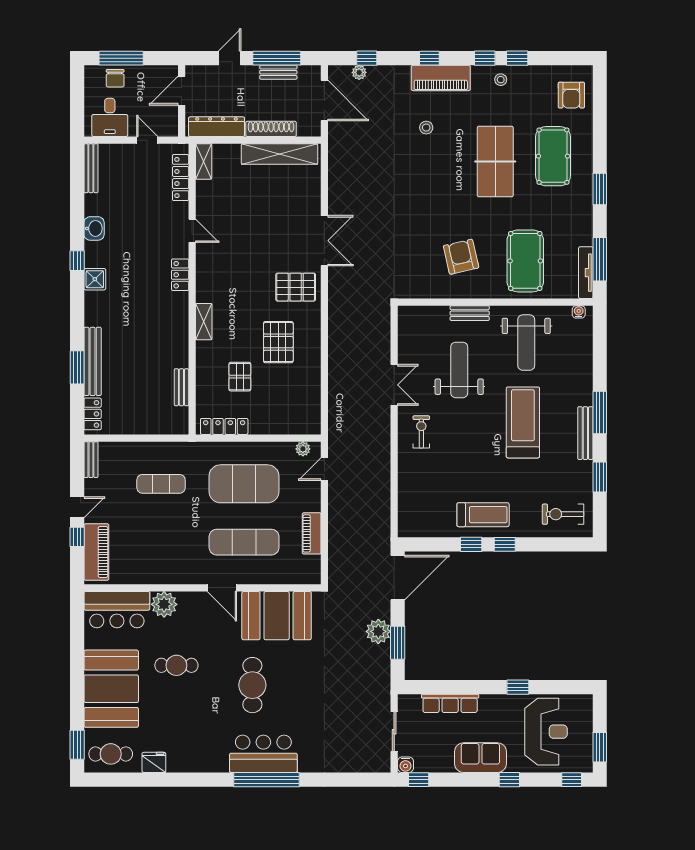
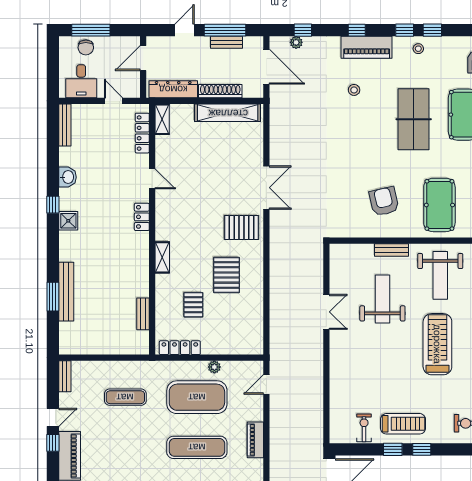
locker: (93, 414) -> (66, 337), removed
exercise bike: (421, 432) -> (364, 428), moved
plant: (303, 449) -> (214, 367), moved

